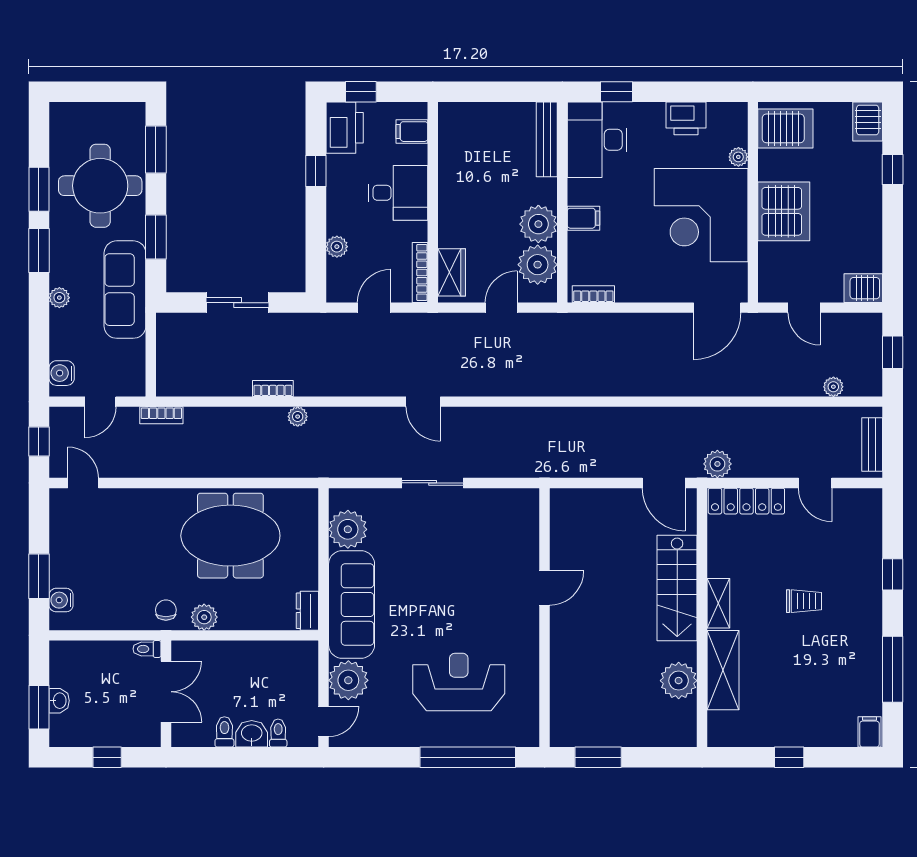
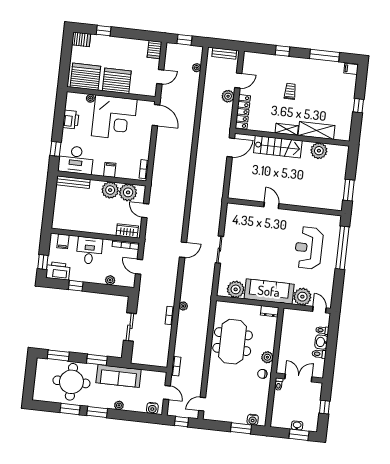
server rack: (785, 128) -> (85, 77), width x1.60
plant: (717, 464) -> (228, 96), moved

